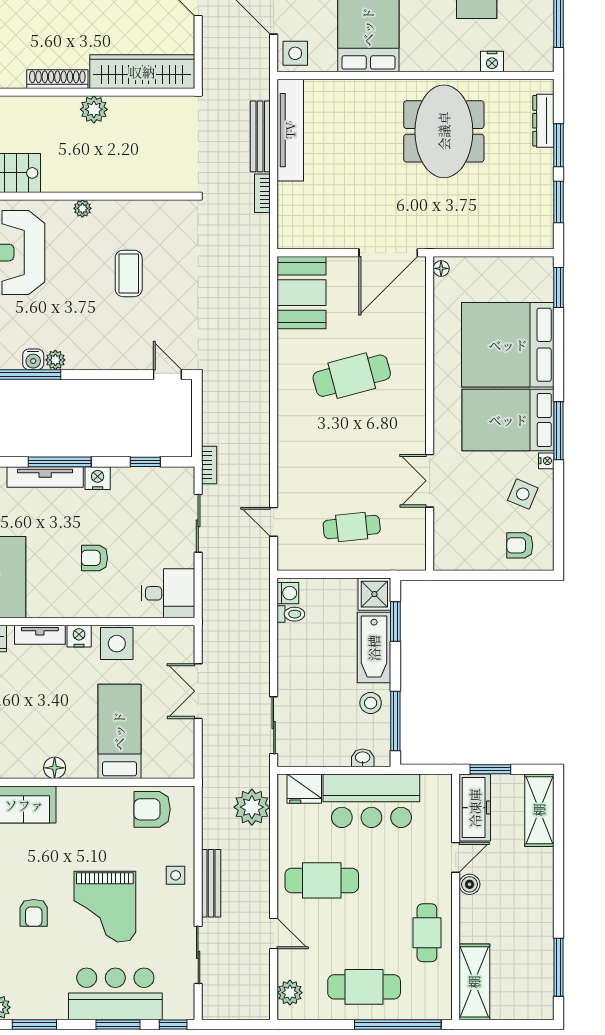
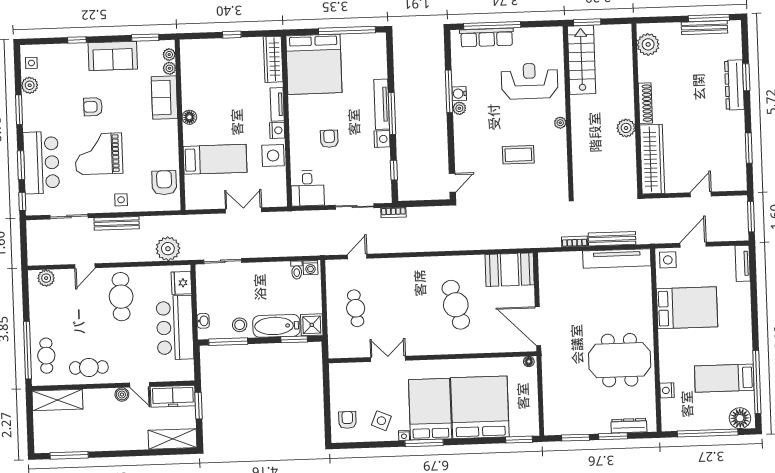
cafe table: (364, 987) -> (46, 356), moved, width x0.73, depth x0.74

